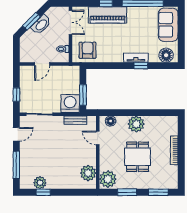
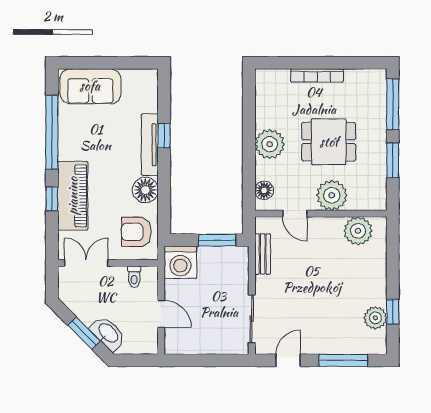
washbasin: (41, 25) -> (108, 333), moved
floor lamp: (166, 55) -> (145, 190), moved
tv unit: (136, 58) -> (150, 145), width x1.41
window: (16, 95) -> (217, 360), removed
washing machine: (70, 104) -> (180, 262), moved, turned -90
door: (16, 134) -> (288, 360), hinge flipped
door: (98, 138) -> (295, 214), hinge flipped
plant: (108, 179) -> (332, 195), moved
window: (158, 192) -> (393, 104), width x1.44

